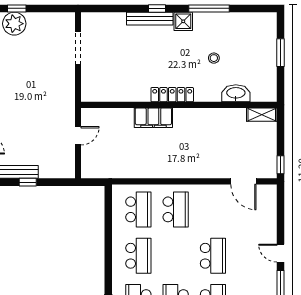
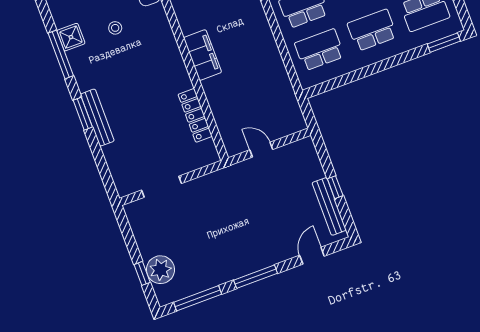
window: (157, 8) -> (83, 114), width x1.50
shower: (183, 21) -> (71, 37), moved
locker: (172, 95) -> (195, 115), moved
filing cabinet: (153, 118) -> (203, 55), moved

